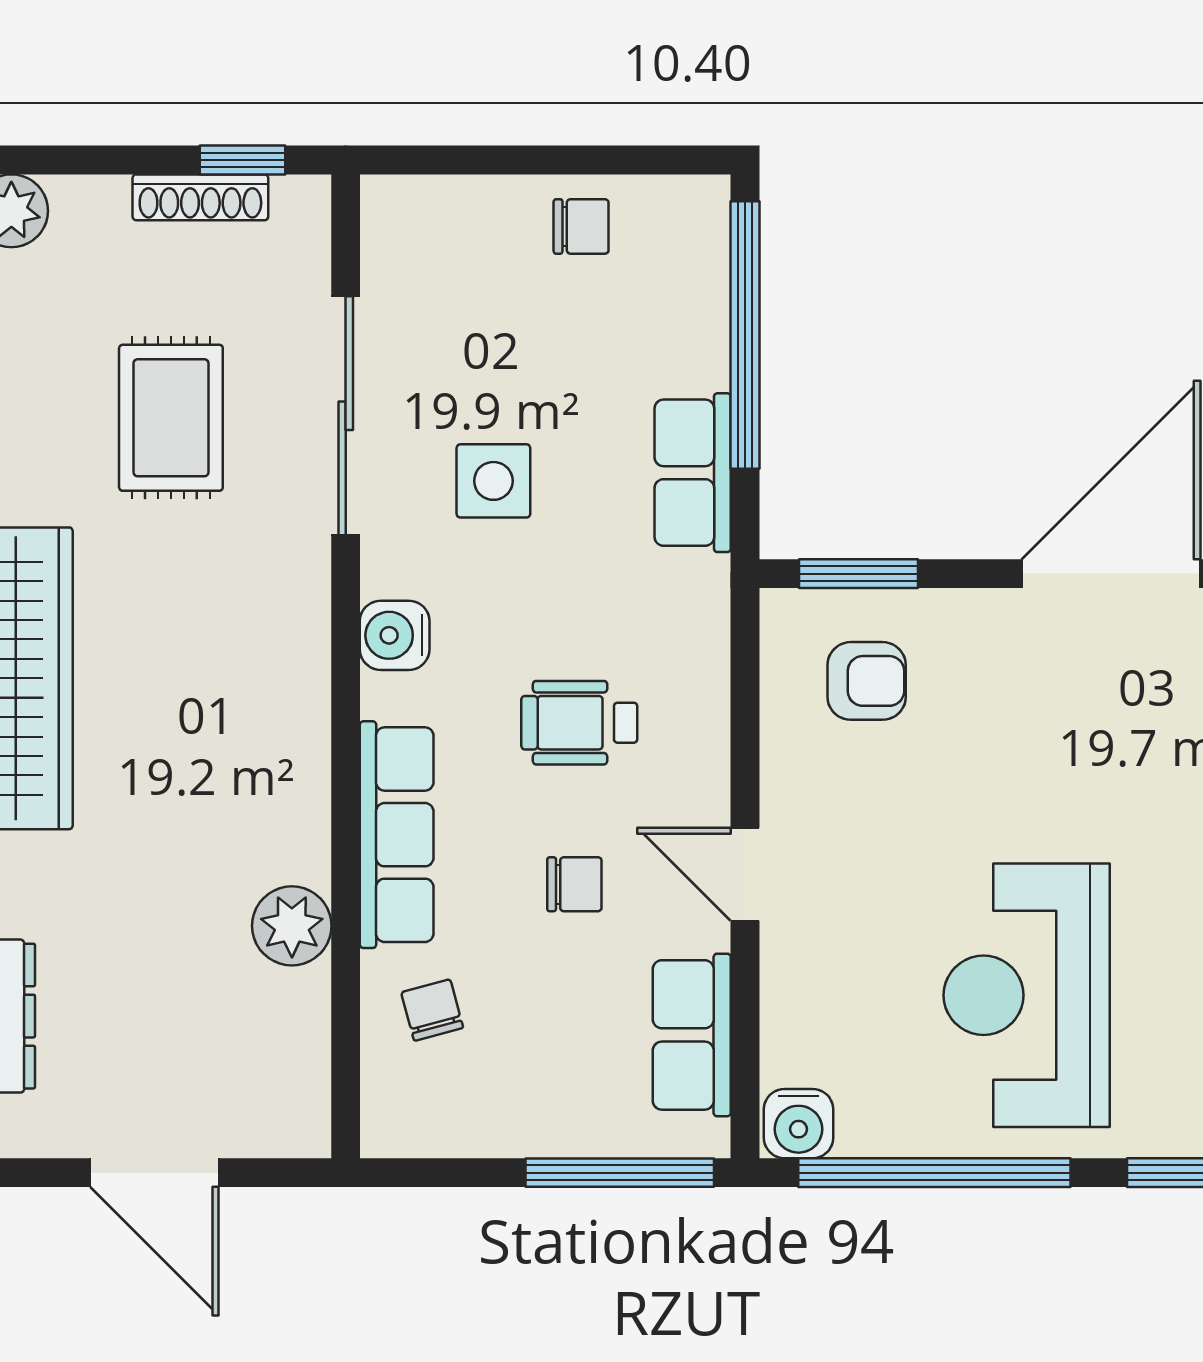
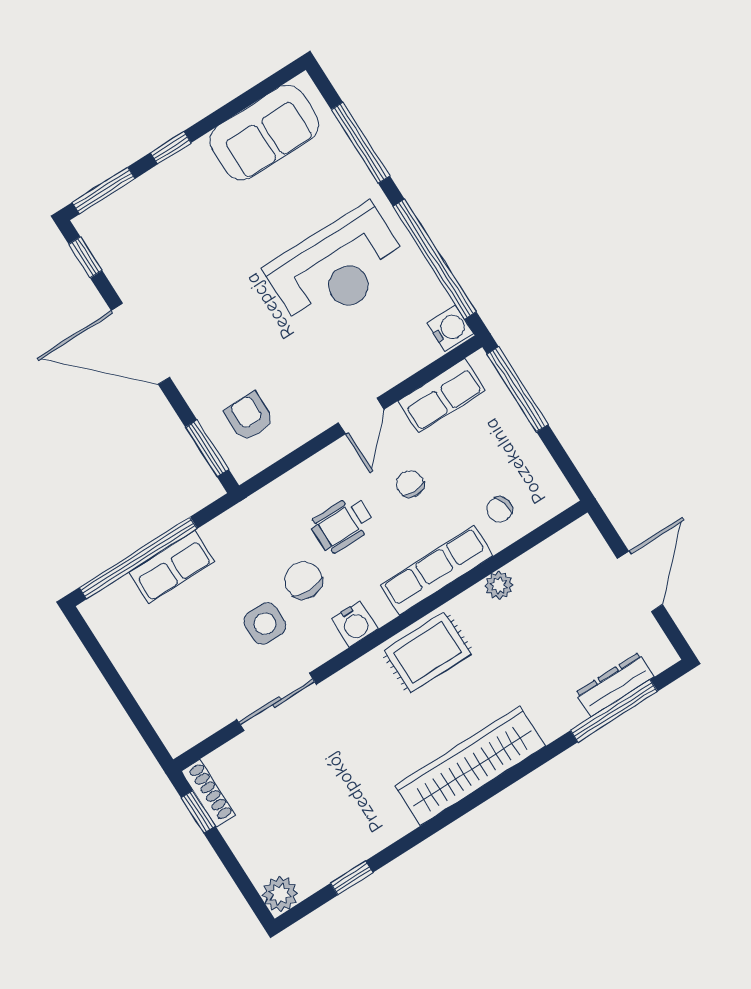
shoe rack: (200, 197) -> (208, 793), moved
chair: (581, 226) -> (303, 580), moved, width x1.37, depth x1.37
sliding door: (346, 416) -> (277, 702), width x0.73
rug: (171, 418) -> (427, 652), moved
row of seats: (693, 473) -> (172, 567), moved
wheelchair: (579, 723) -> (342, 524), turned 90
plant: (292, 926) -> (499, 585), width x0.73, depth x0.73

